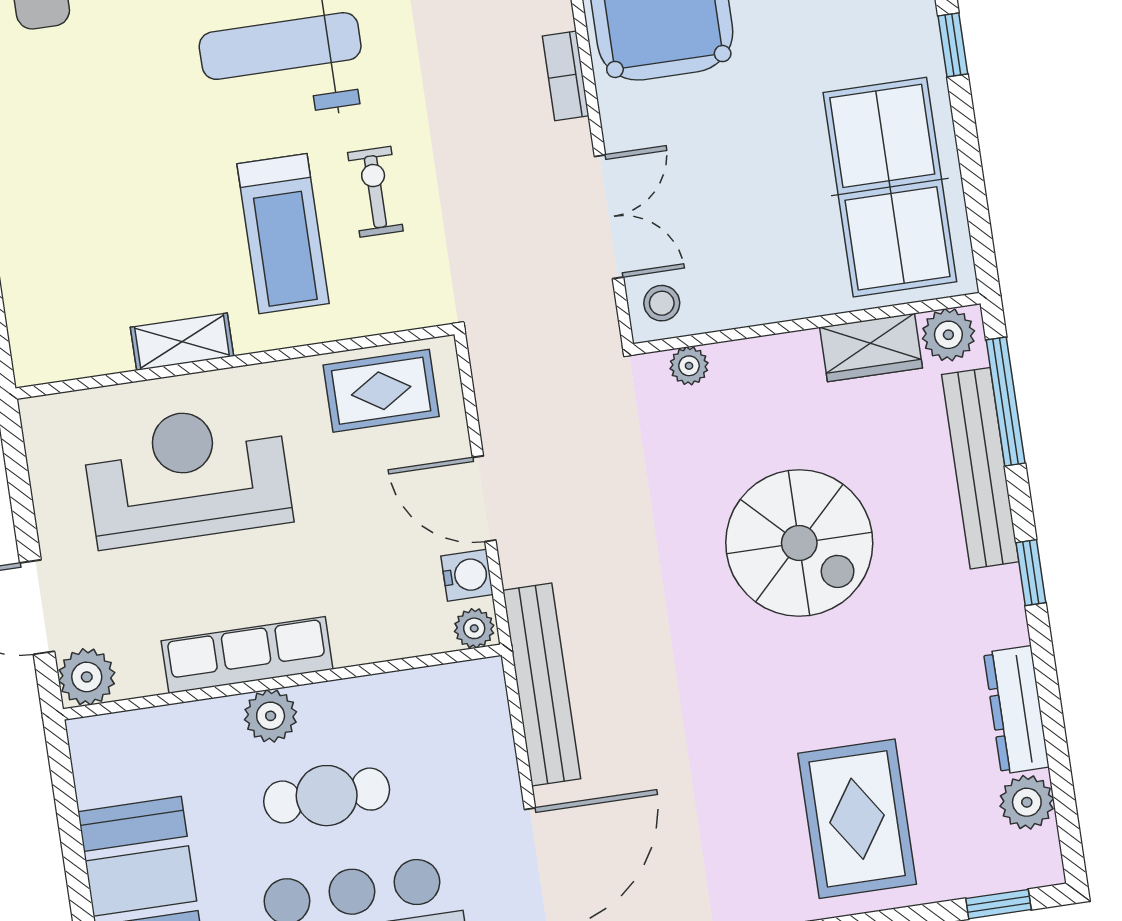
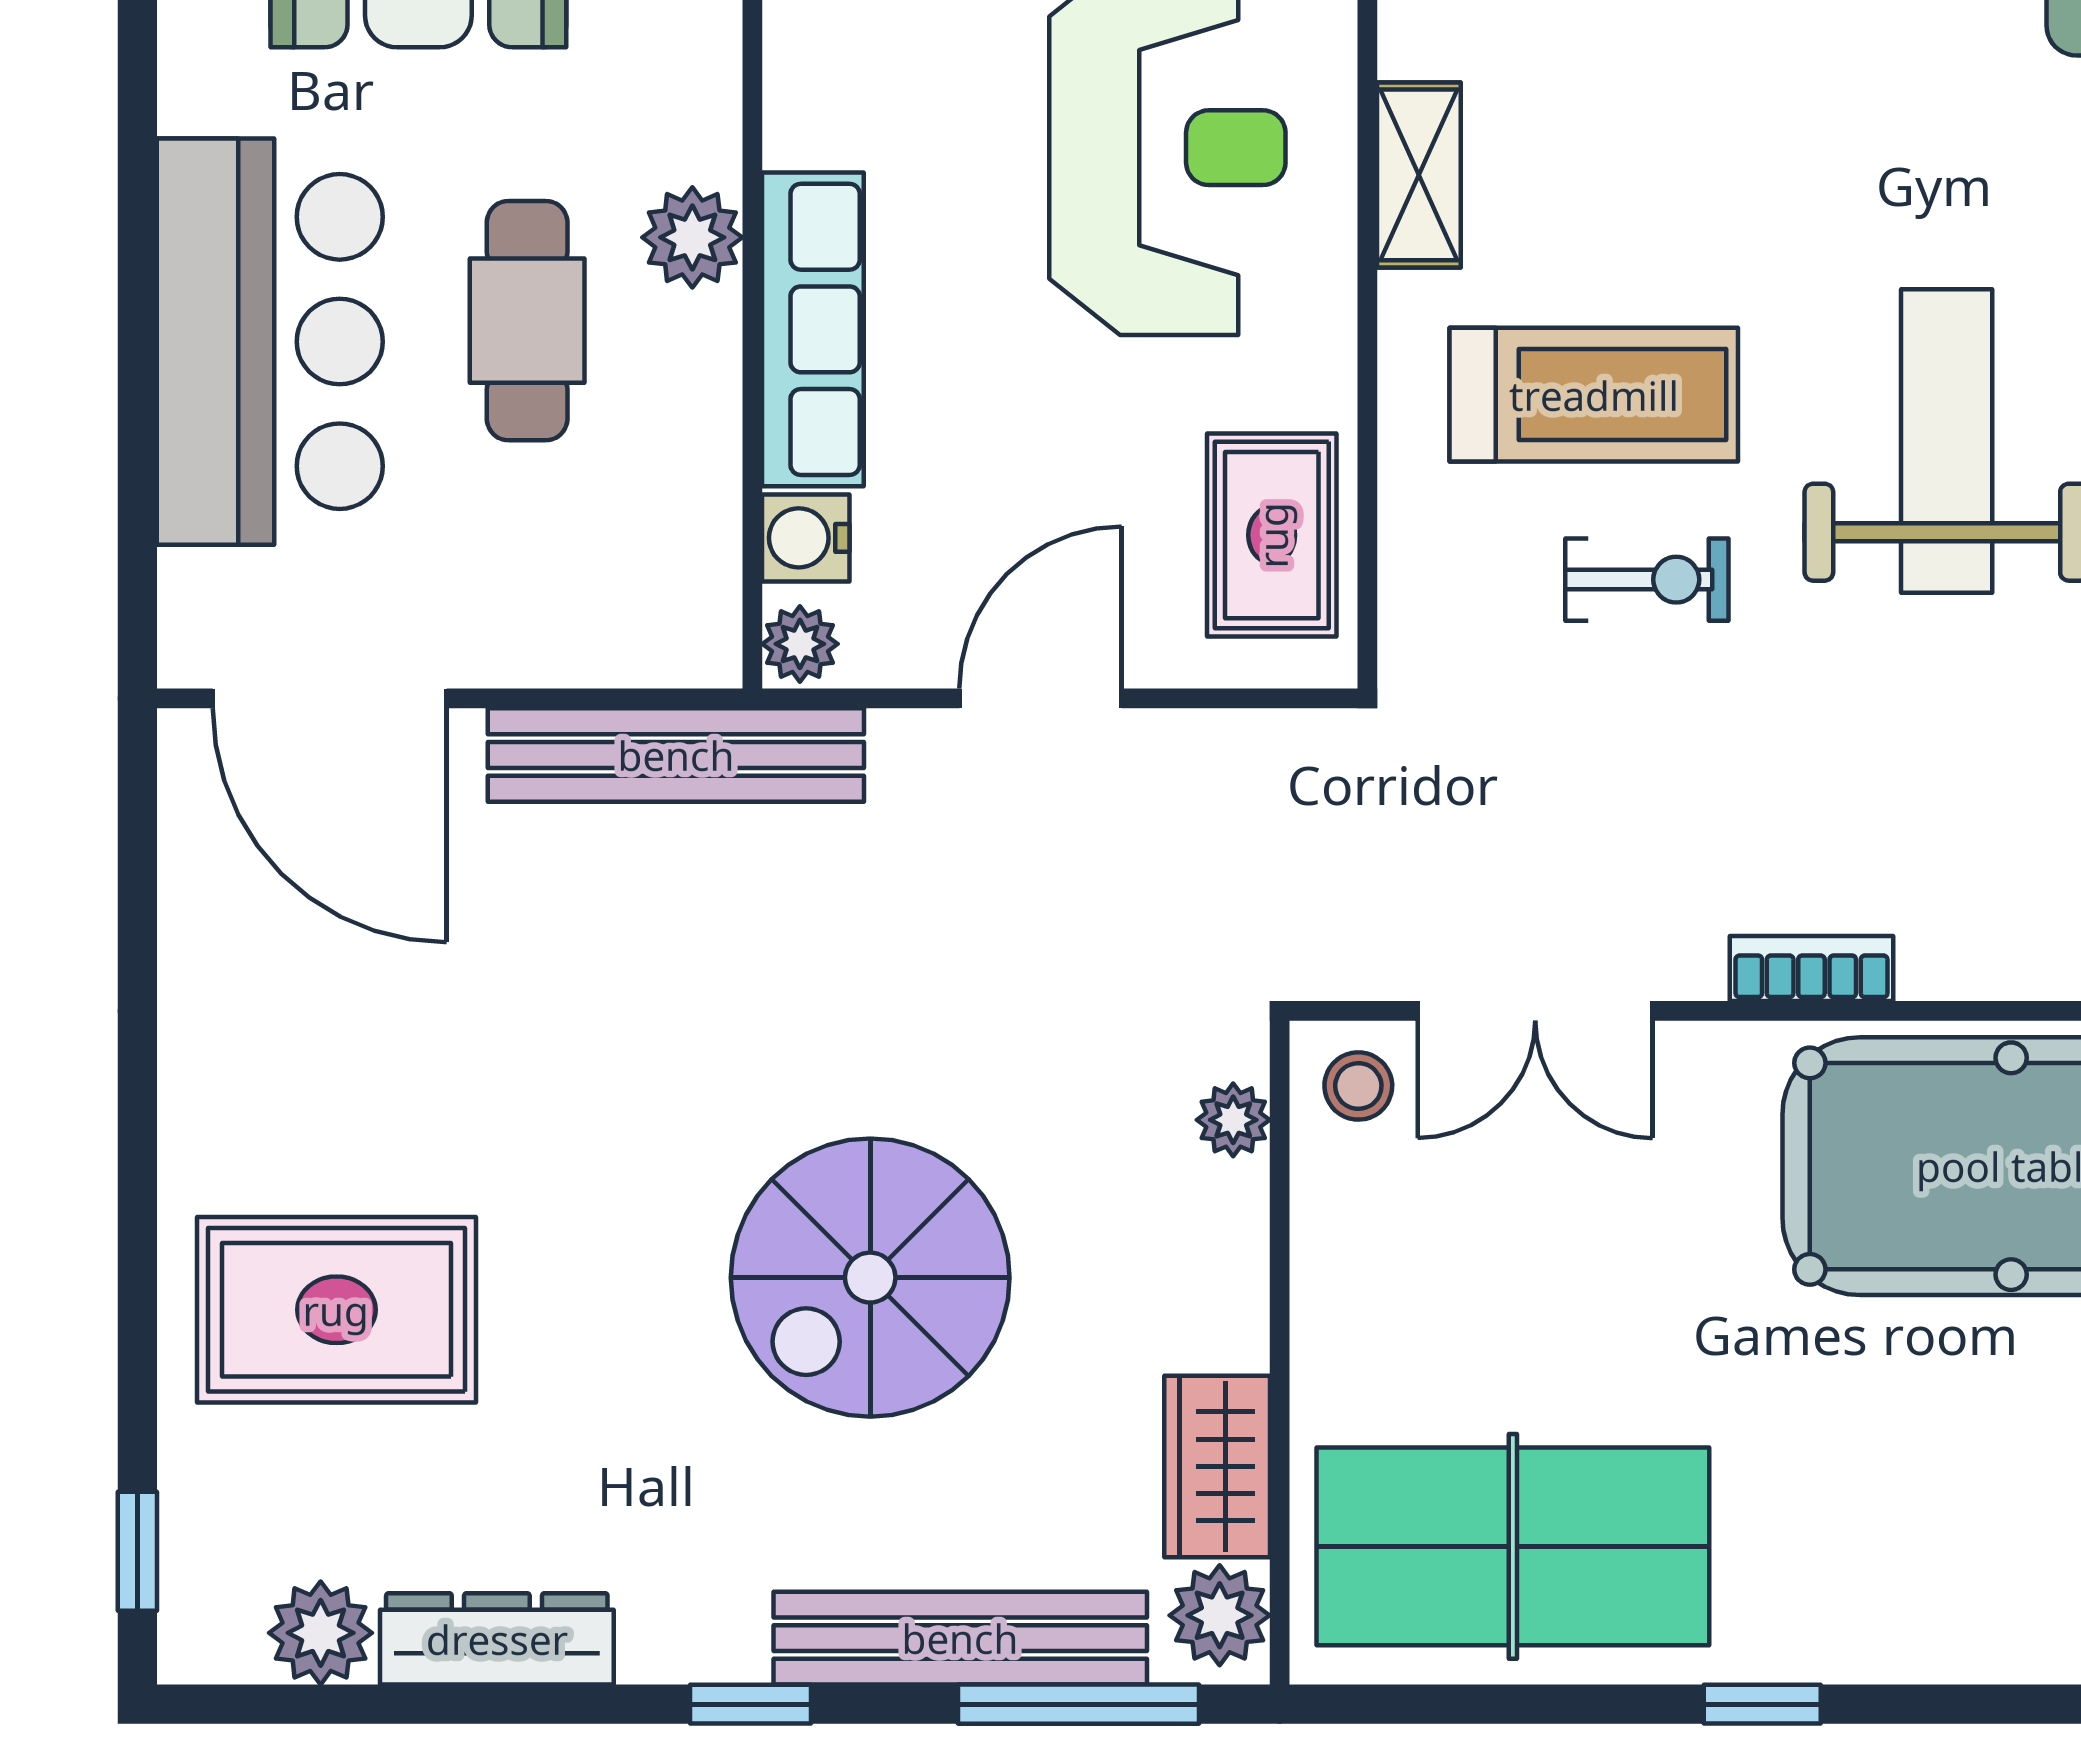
treadmill: (283, 234) -> (1594, 395), turned 180
water cooler: (467, 575) -> (806, 538), moved, turned 90
row of seats: (247, 655) -> (813, 329), moved

